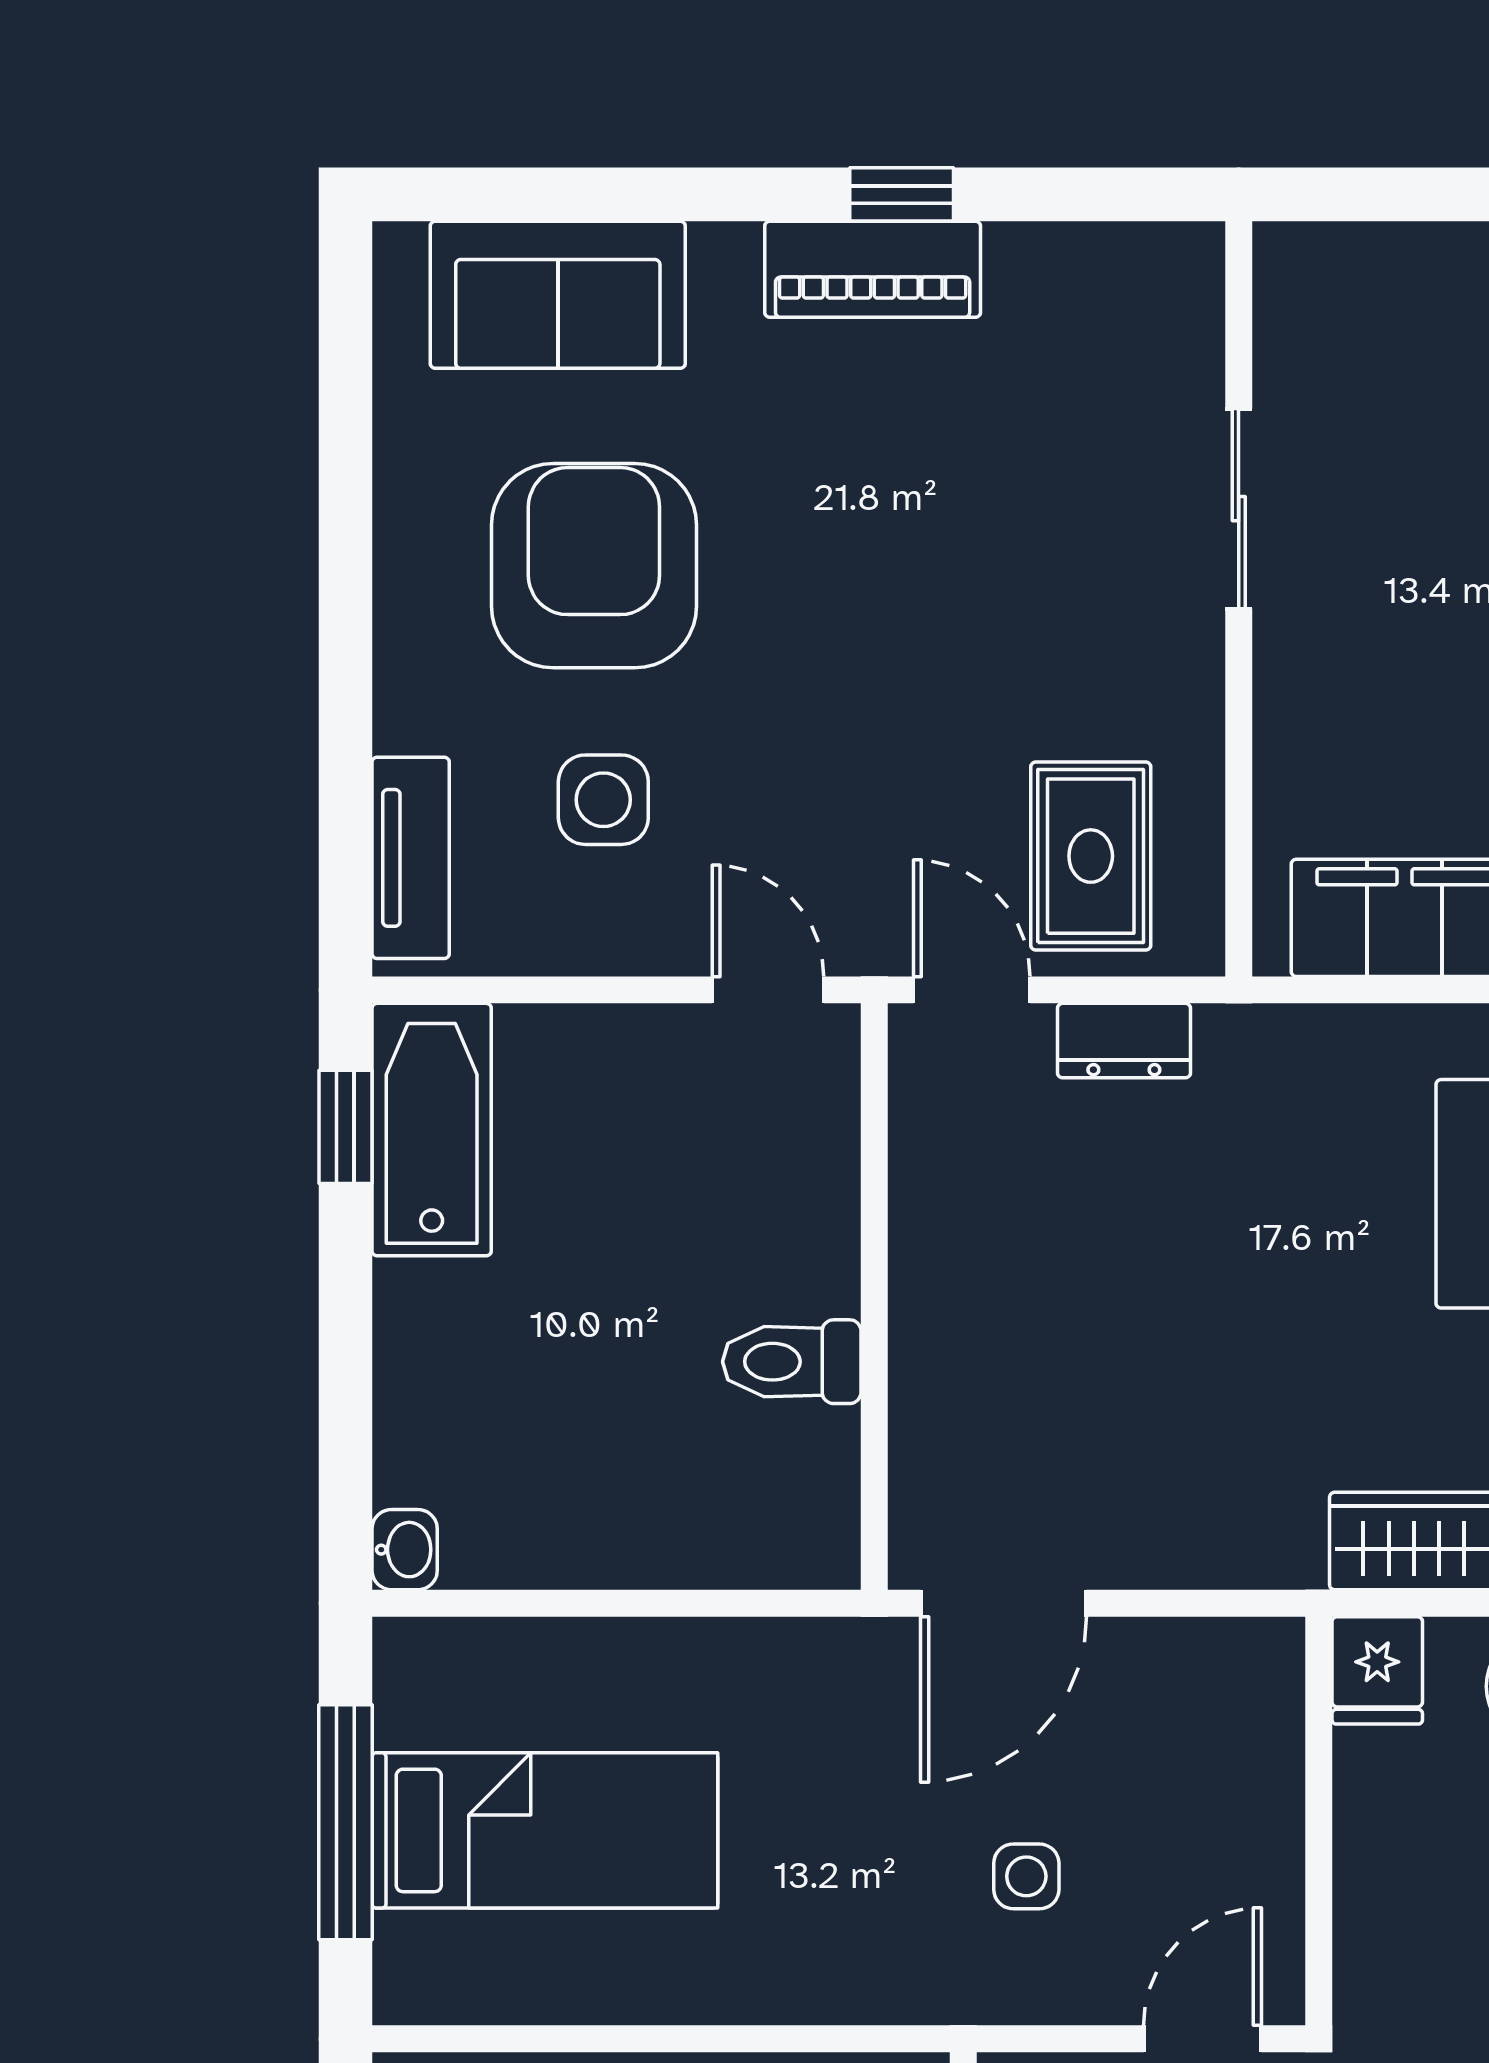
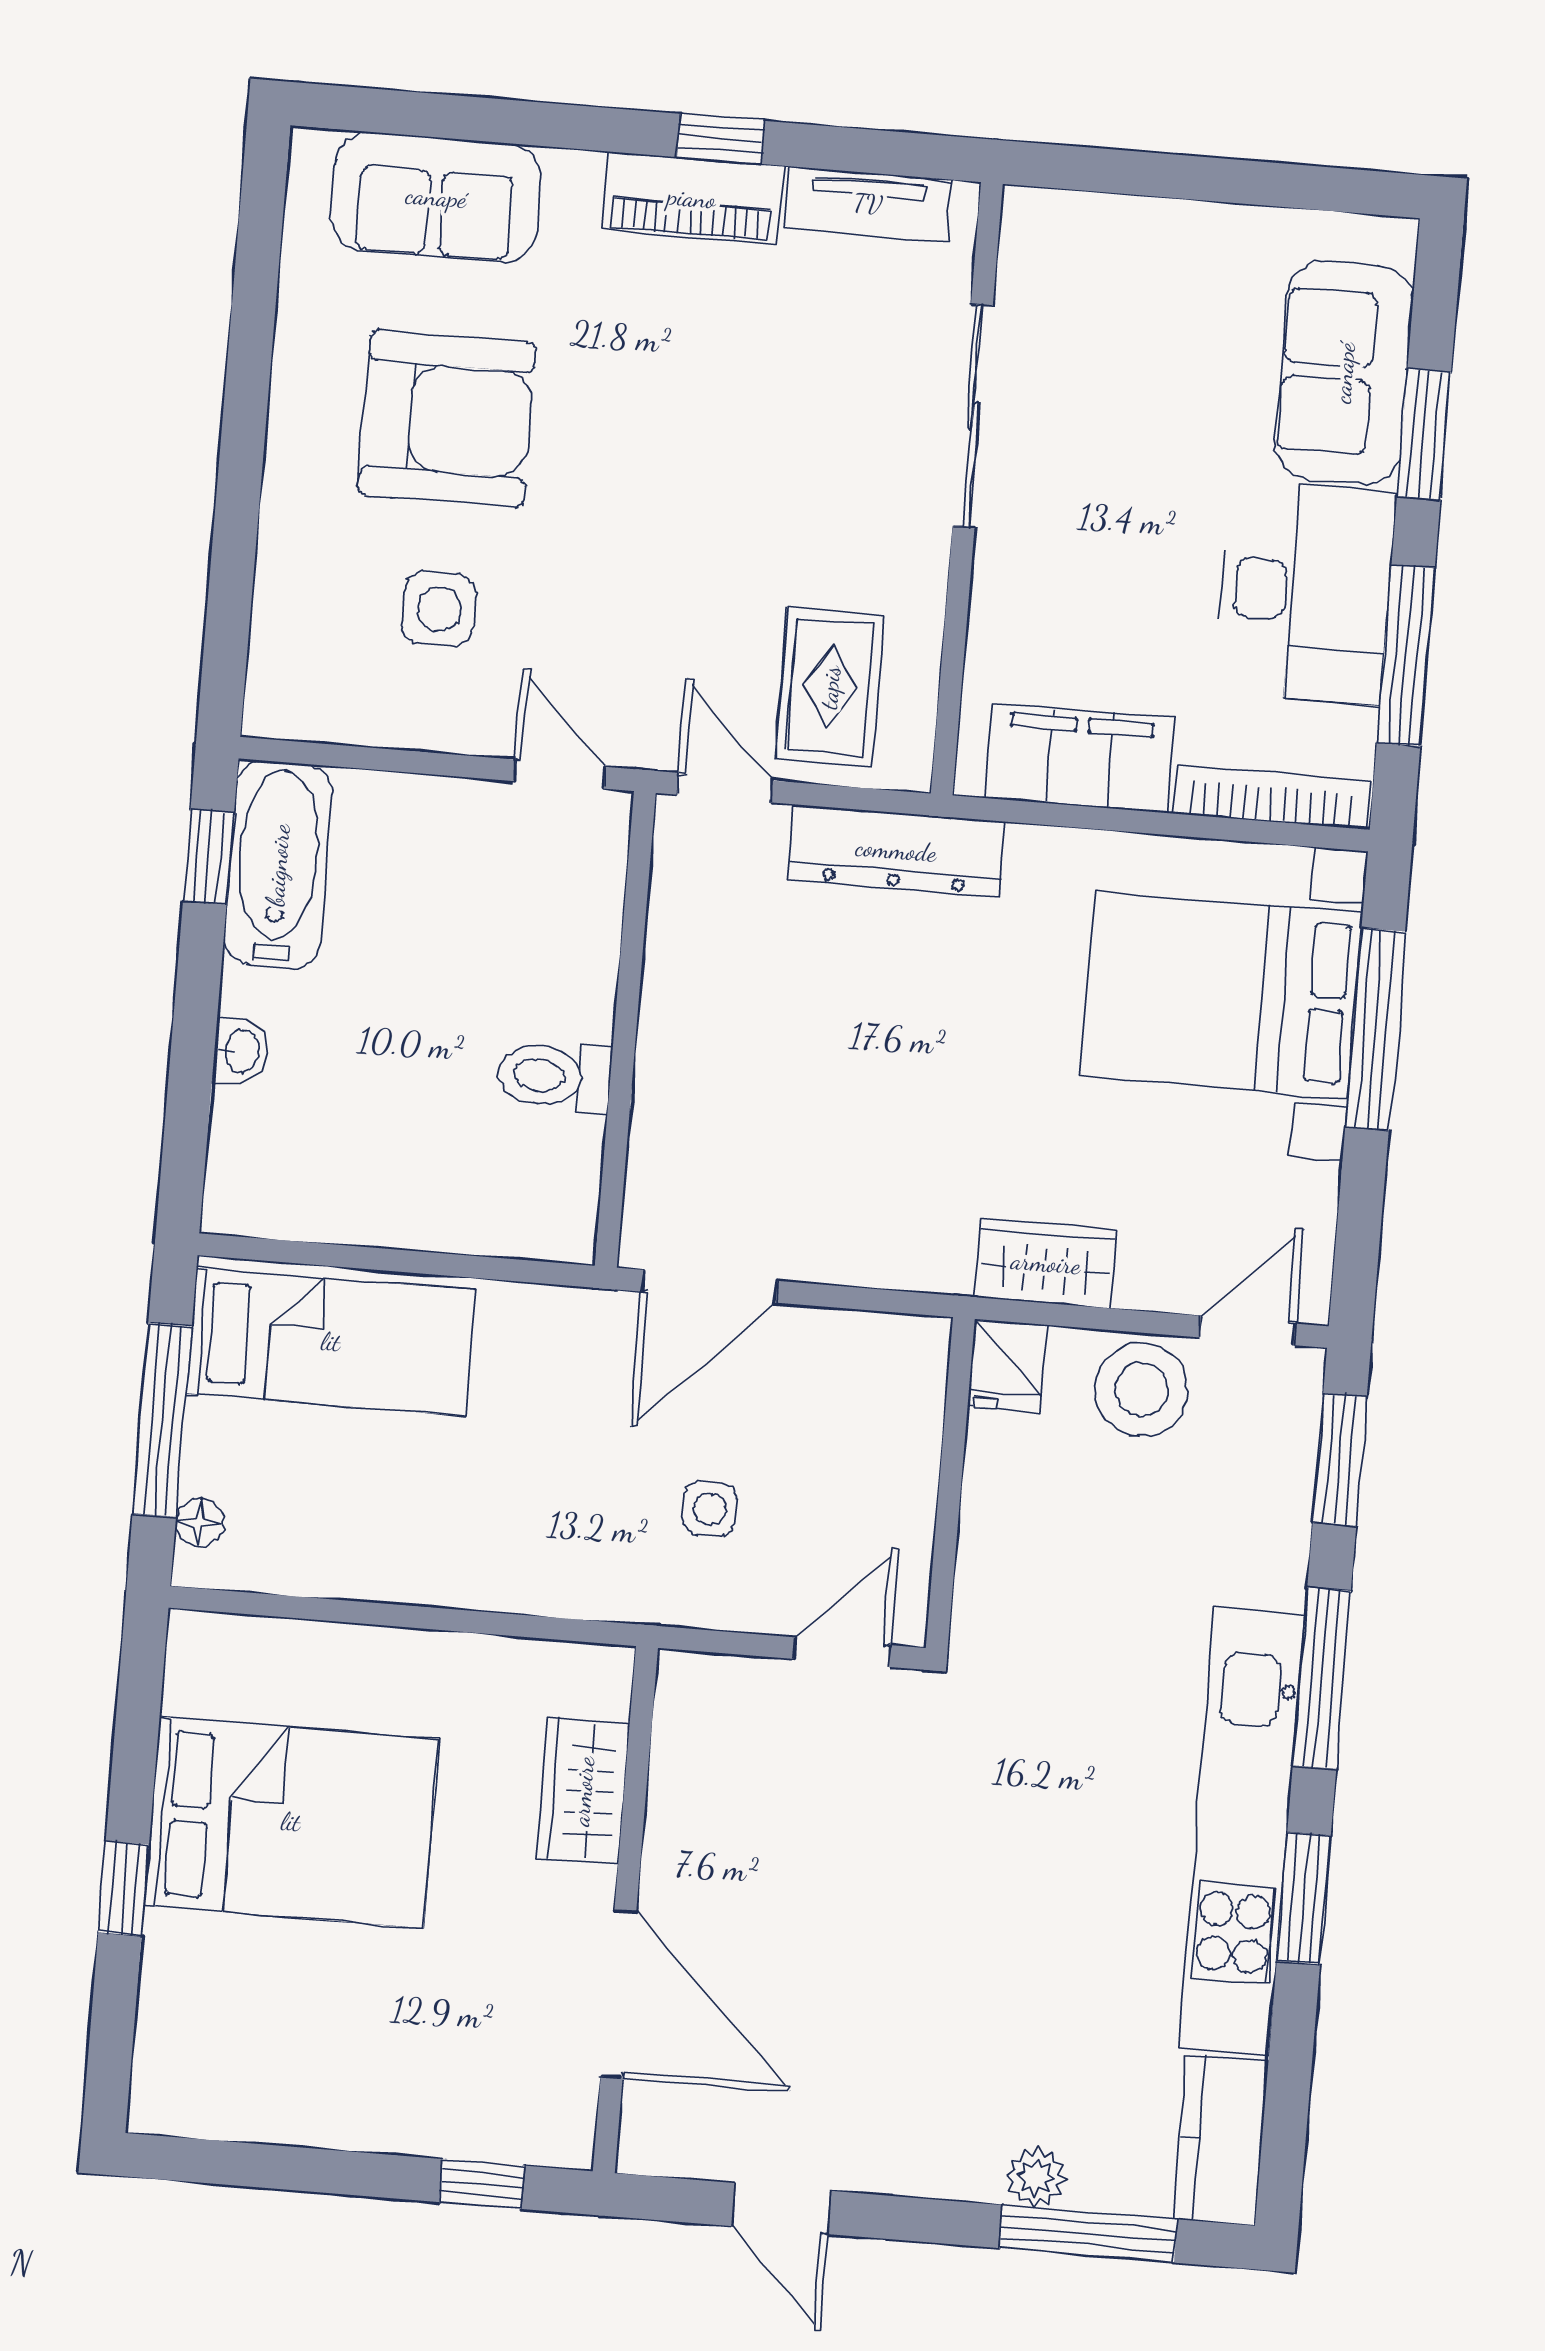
sliding door: (1239, 509) -> (973, 416), width x1.37
armchair: (594, 566) -> (447, 419), turned 90
tv unit: (411, 858) -> (868, 204), moved, turned 90
dresser: (1124, 1041) -> (896, 850), width x1.96, depth x1.24
washbasin: (405, 1550) -> (241, 1051), moved
bed: (545, 1830) -> (331, 1342), moved
floor lamp: (401, 1945) -> (199, 1523), added

